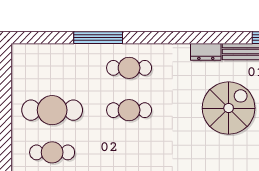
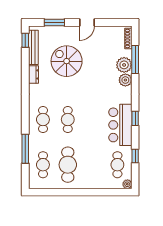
window: (98, 38) -> (25, 149), moved
cafe table: (52, 152) -> (43, 165), moved

